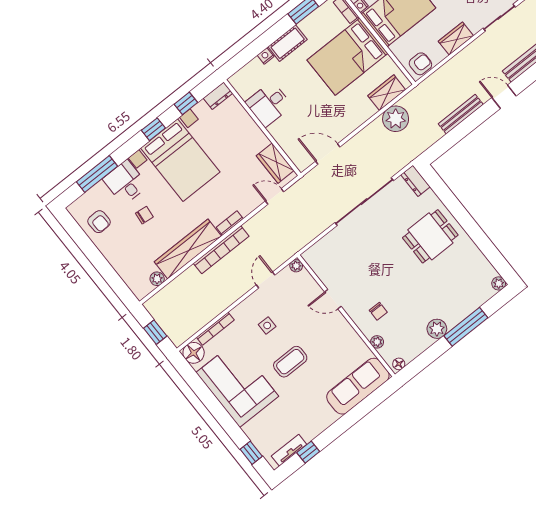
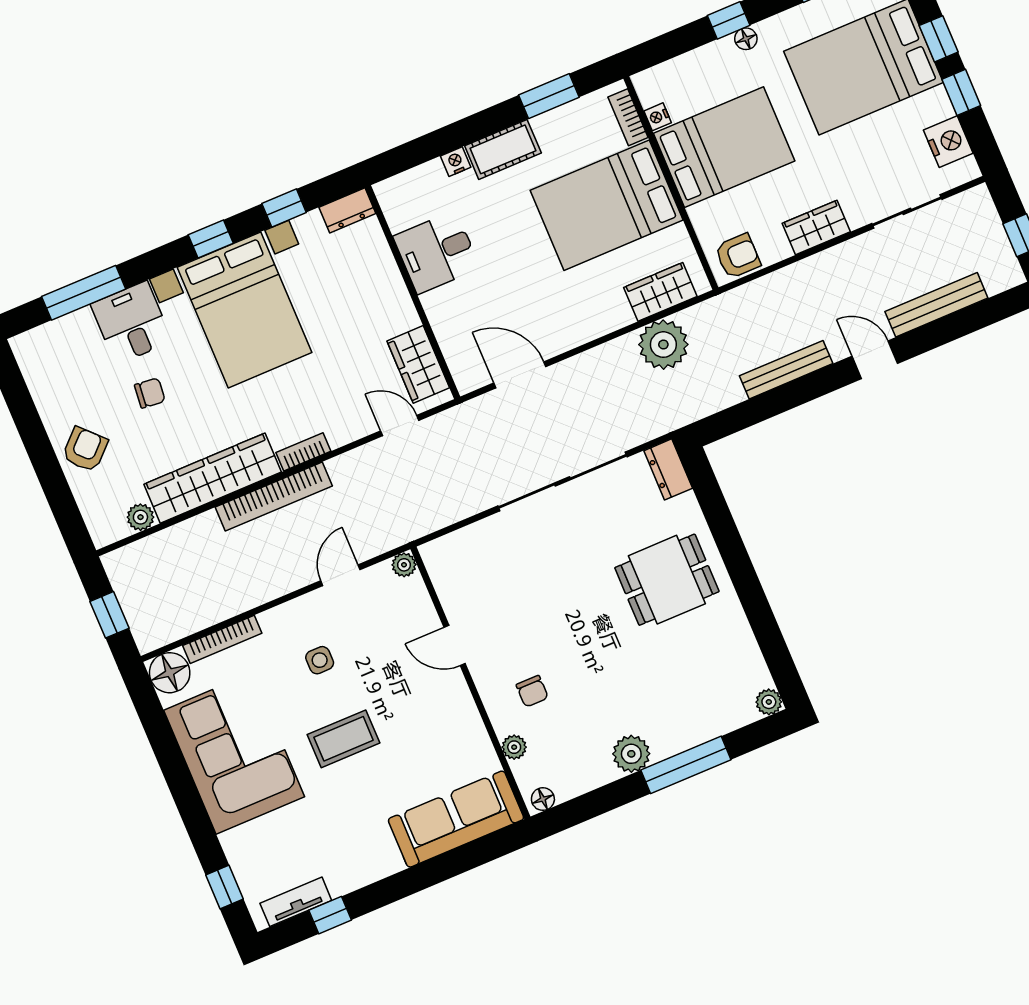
armchair: (99, 222) -> (85, 449), moved, turned -132

